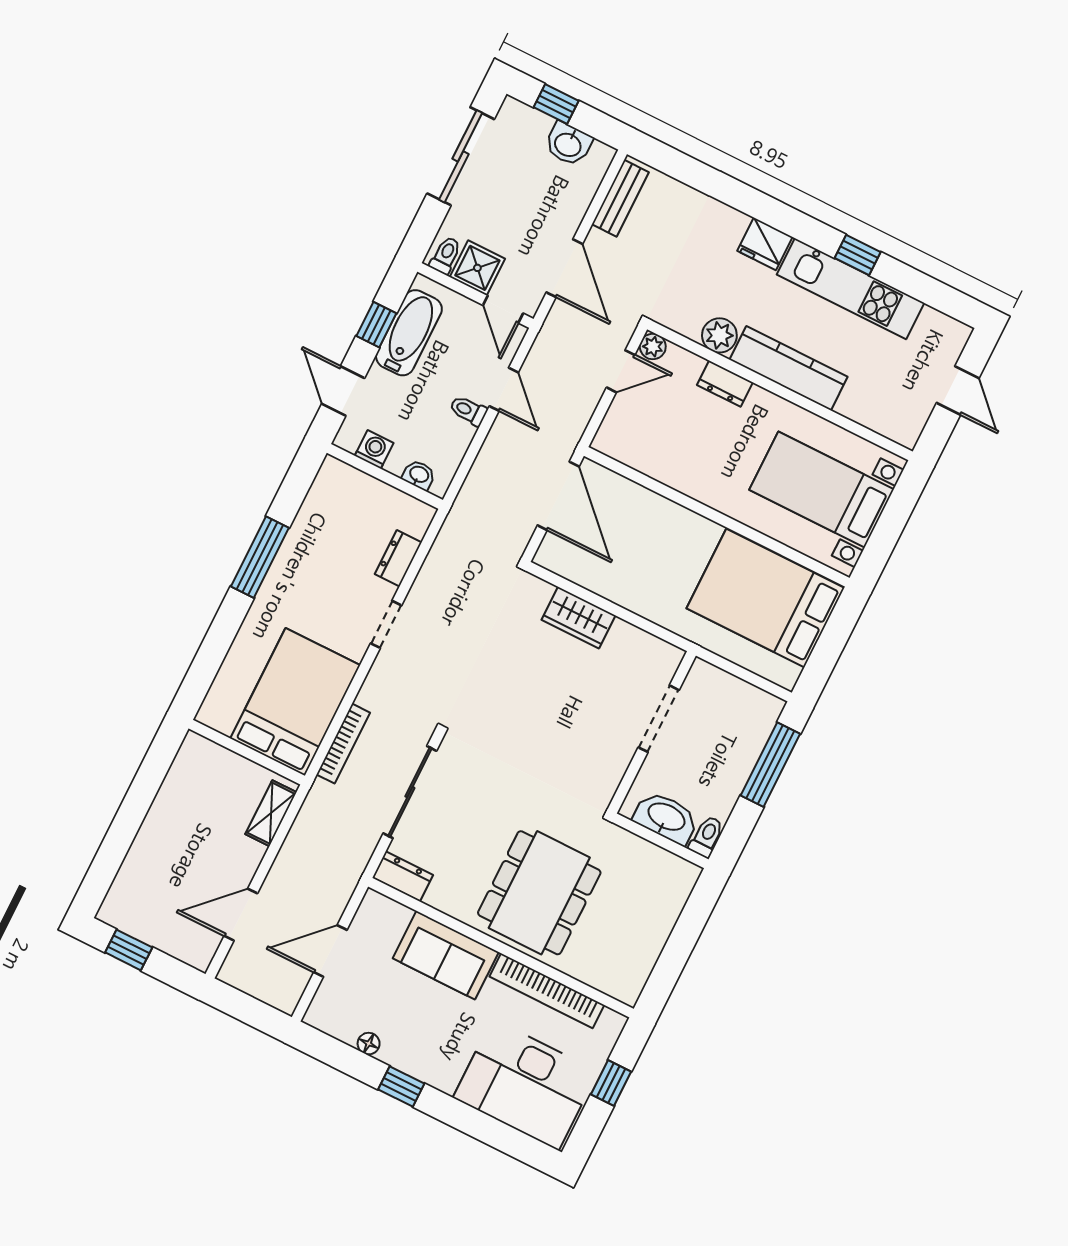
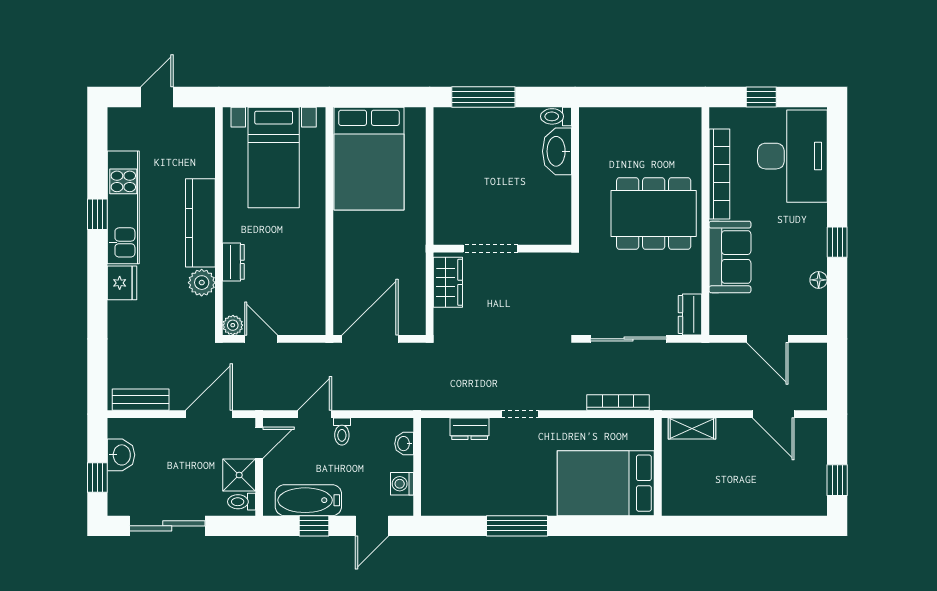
bed: (295, 702) -> (606, 483), moved
doorway: (659, 719) -> (490, 249), moved
wall: (652, 732) -> (502, 249), moved

